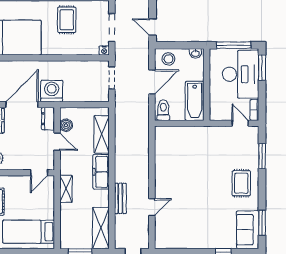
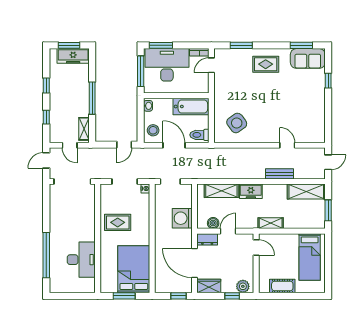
washing machine: (52, 91) -> (182, 218), moved
side table: (176, 151) -> (237, 123), added
freezer: (101, 172) -> (251, 191), width x0.71

